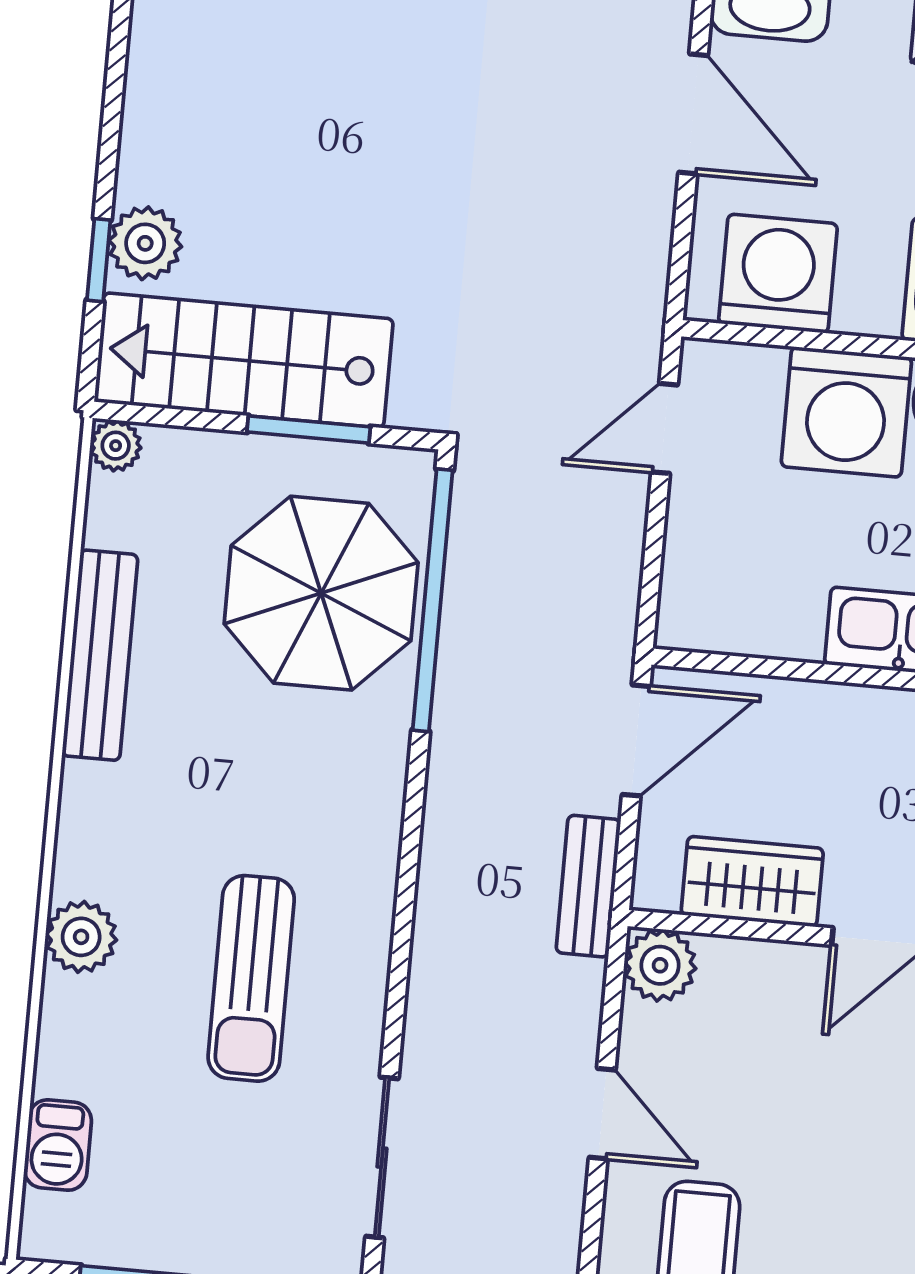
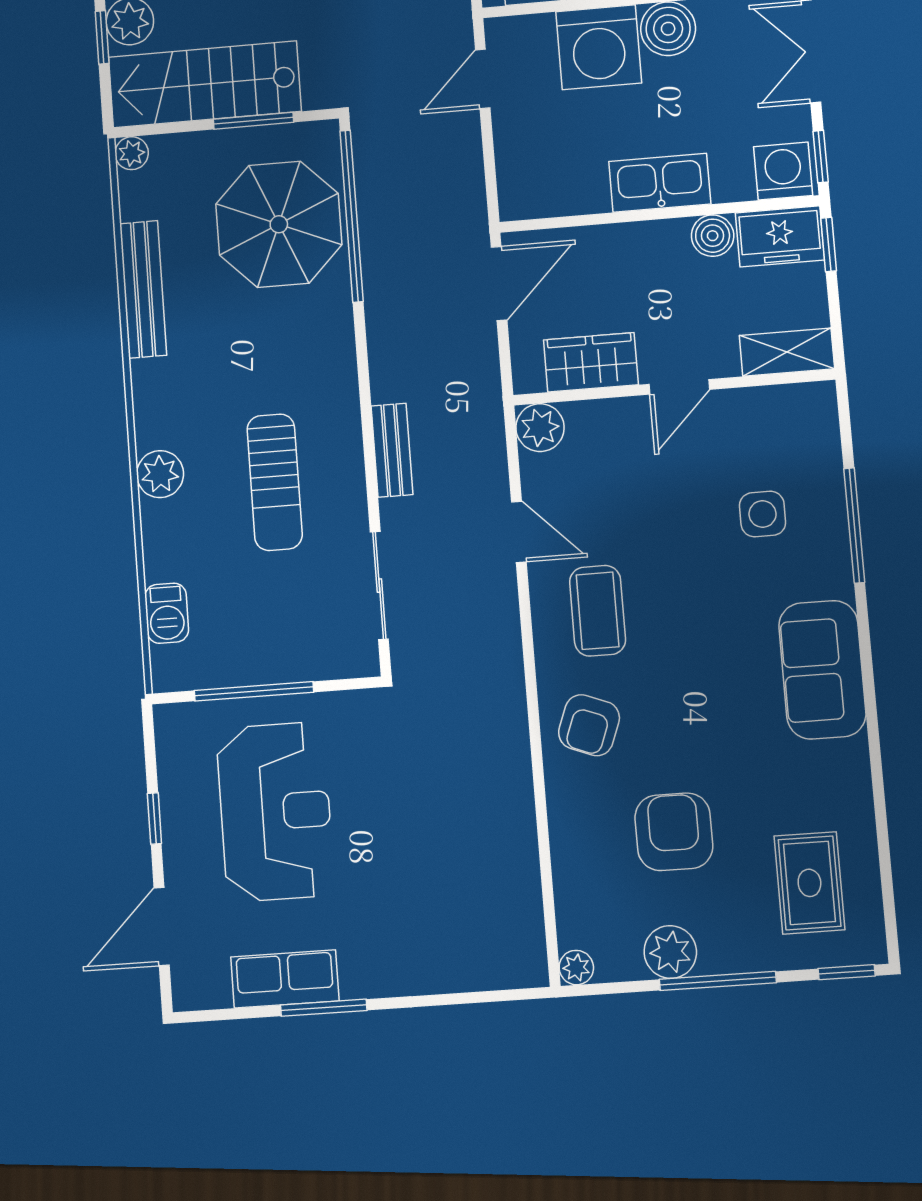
bench: (588, 886) -> (392, 450), moved

